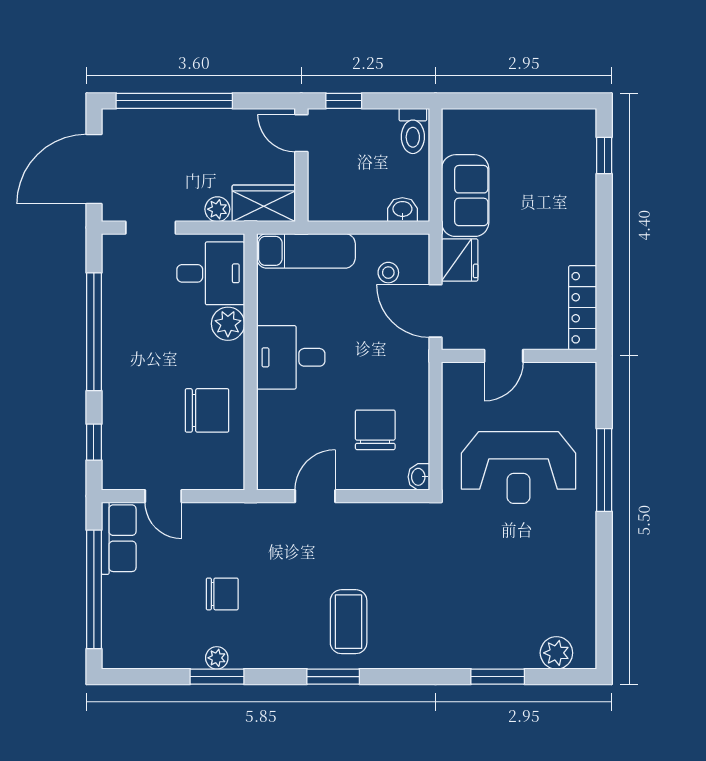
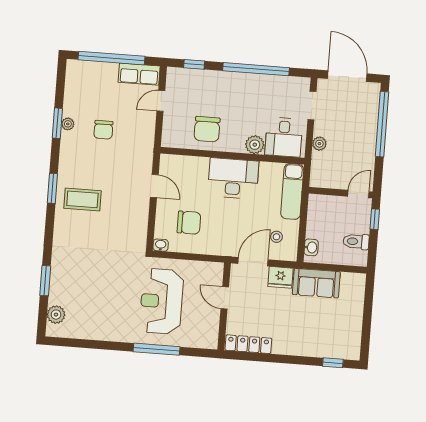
toilet: (413, 131) -> (356, 242), moved
wardrobe: (264, 203) -> (321, 170), removed
desk: (291, 357) -> (233, 178), width x1.37

